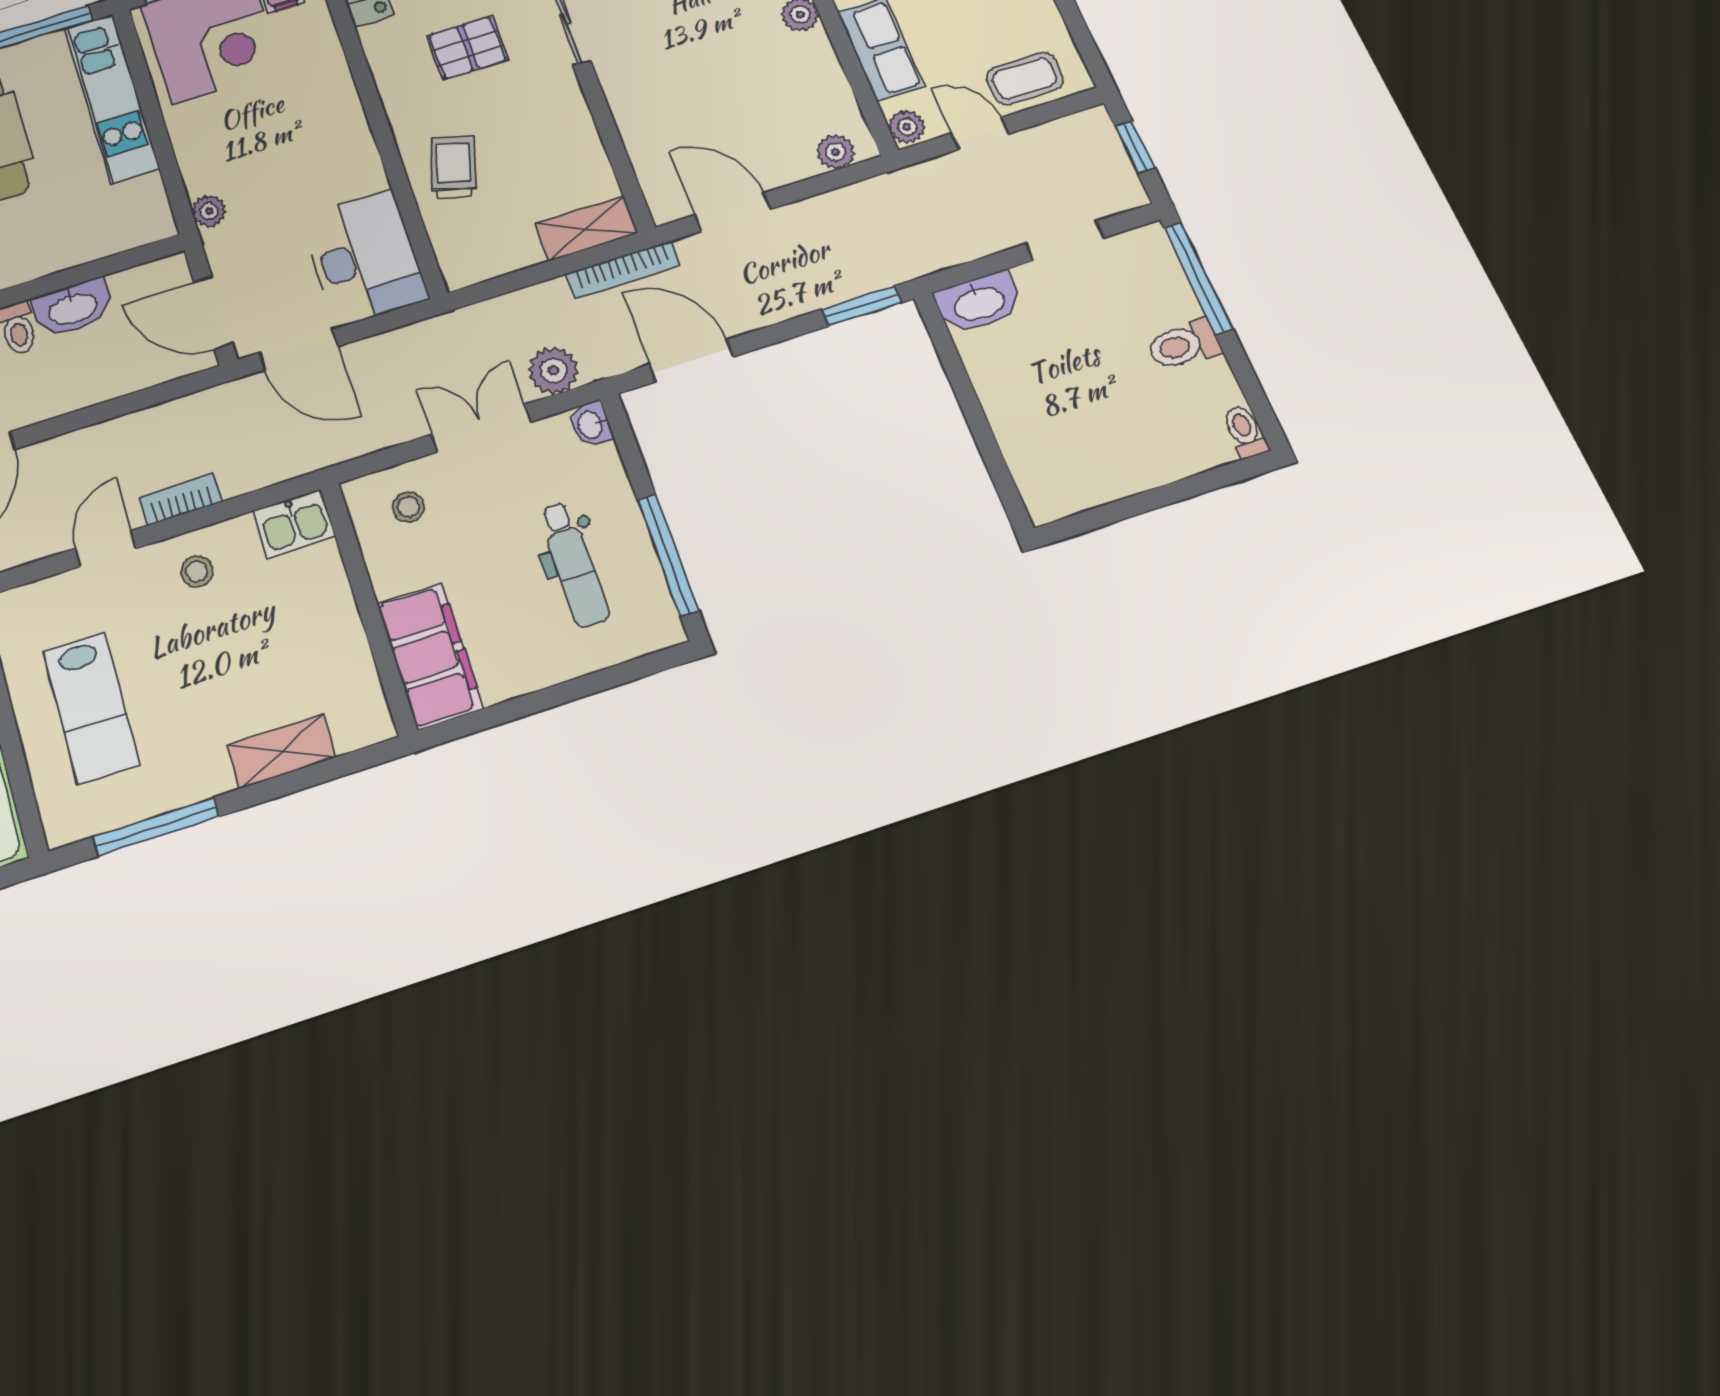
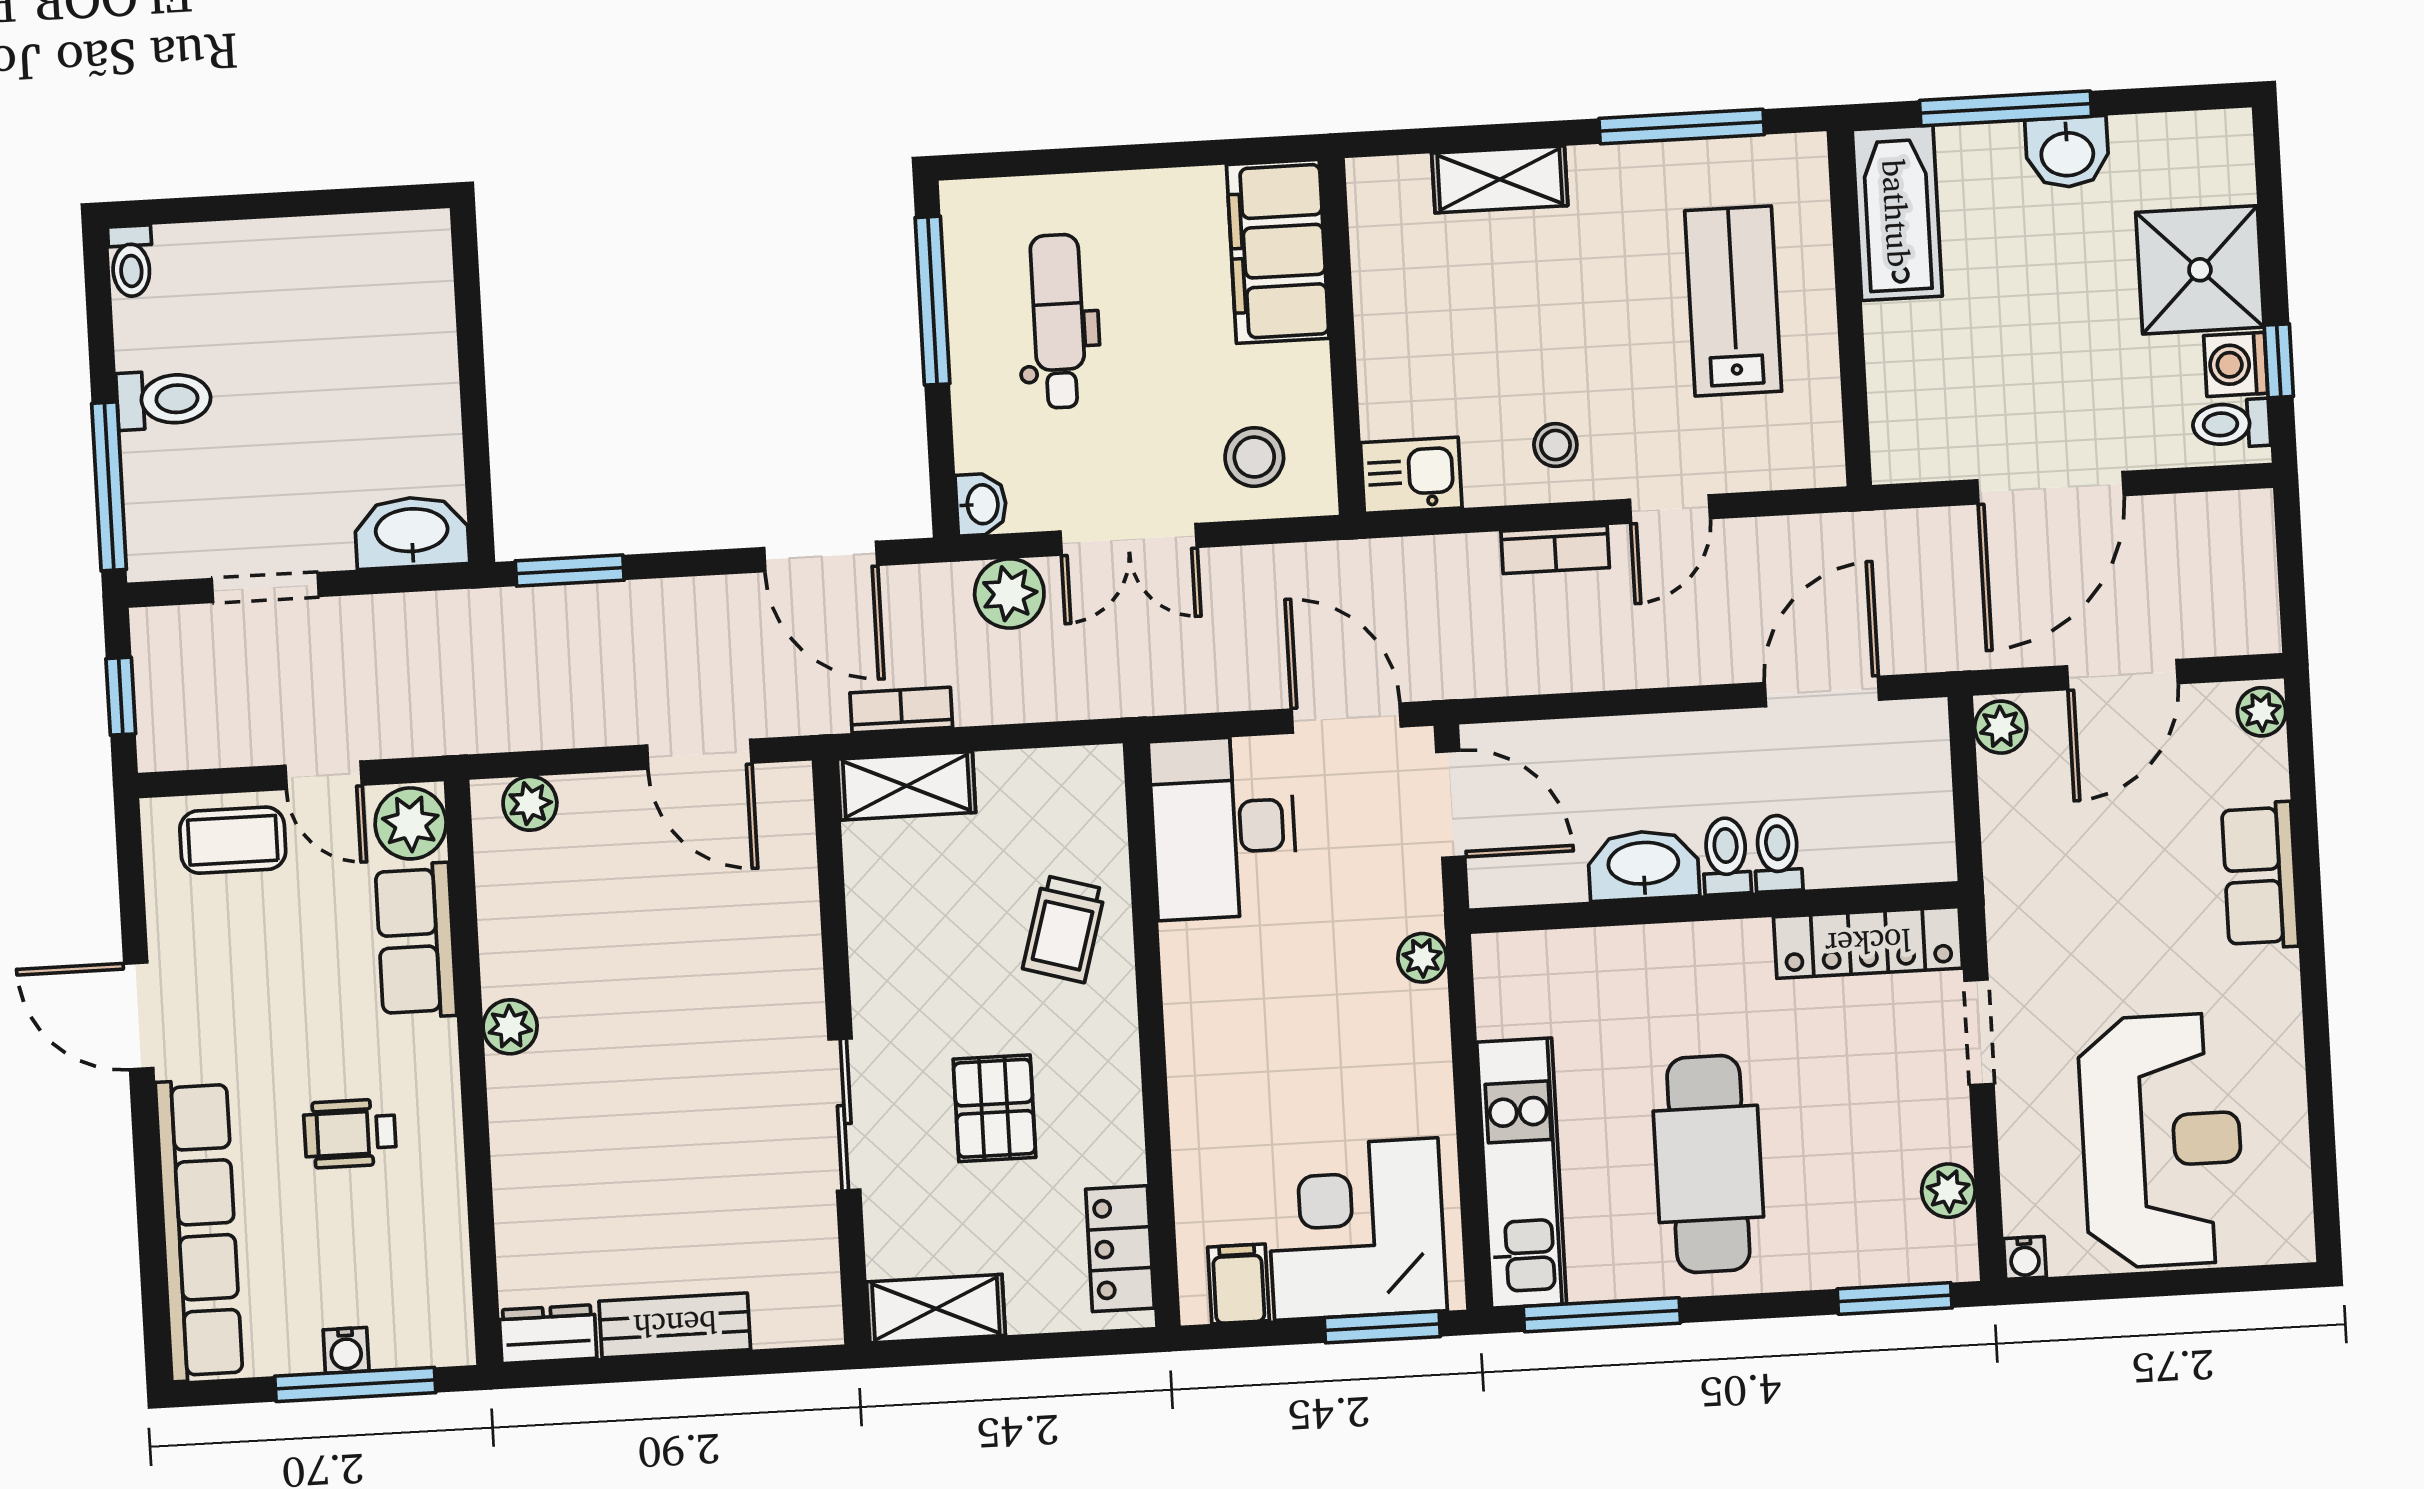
pallet: (468, 48) -> (994, 1108), turned 90
plant: (907, 127) -> (411, 823), width x1.38, depth x1.38
bookcase: (624, 269) -> (901, 710), width x0.64
stool: (408, 507) -> (1254, 457), width x1.37, depth x1.37

